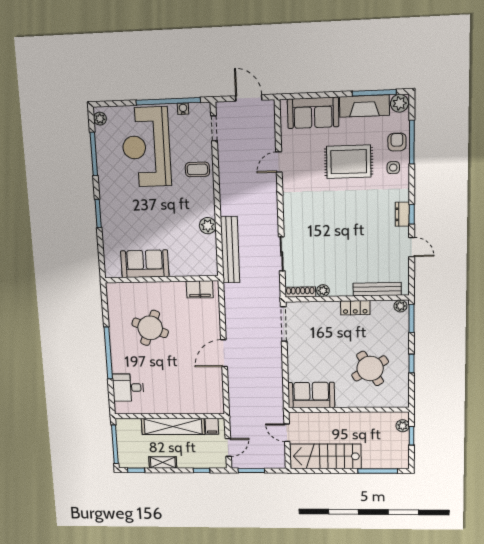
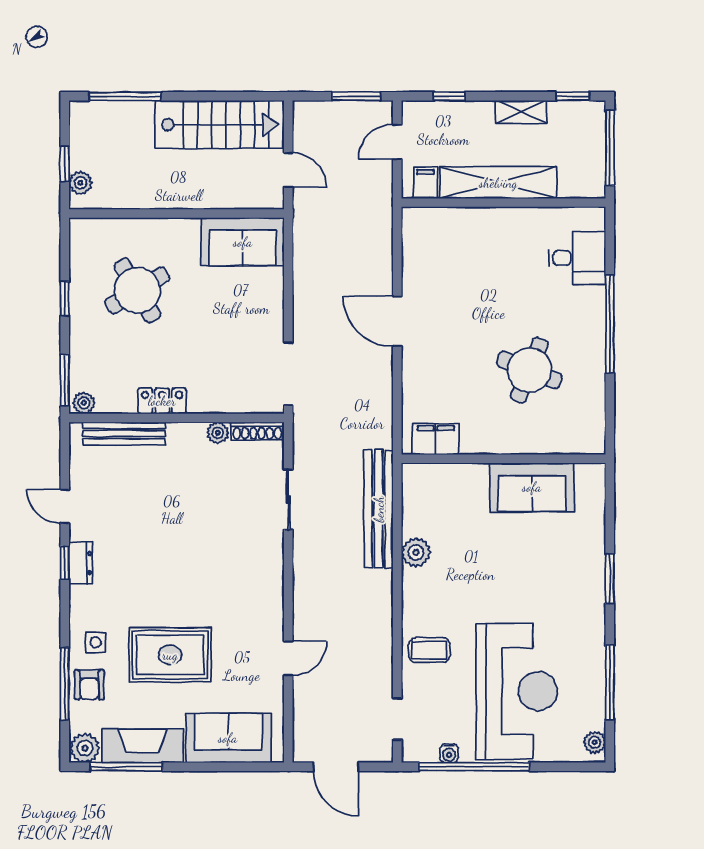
door: (224, 353) -> (397, 321), swing flipped

